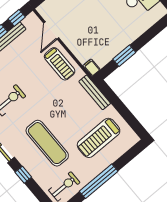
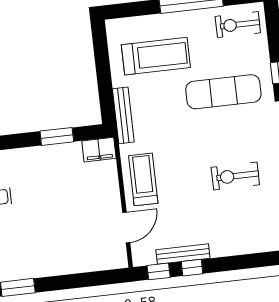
filing cabinet: (91, 68) -> (99, 150), width x2.00
exercise mat: (47, 143) -> (223, 92), turned 90

